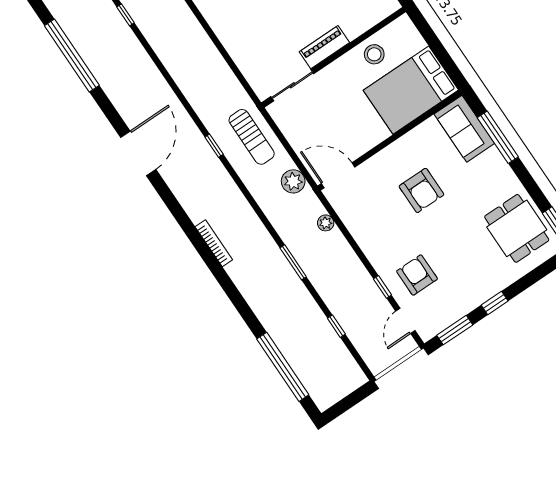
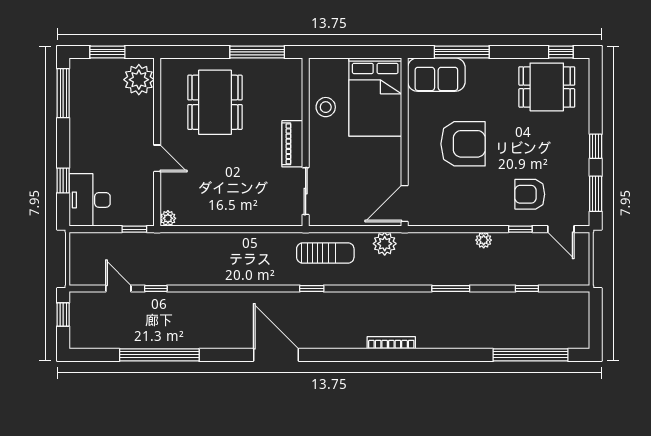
armchair: (421, 190) -> (463, 144), width x1.36, depth x1.36
plant: (326, 223) -> (484, 240), moved

